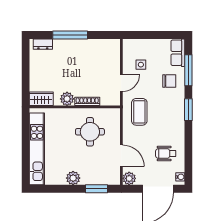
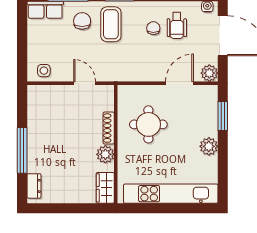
side table: (141, 65) -> (44, 71), moved
coffee table: (139, 112) -> (111, 24), moved, turned 90
chair: (164, 136) -> (153, 28), added

